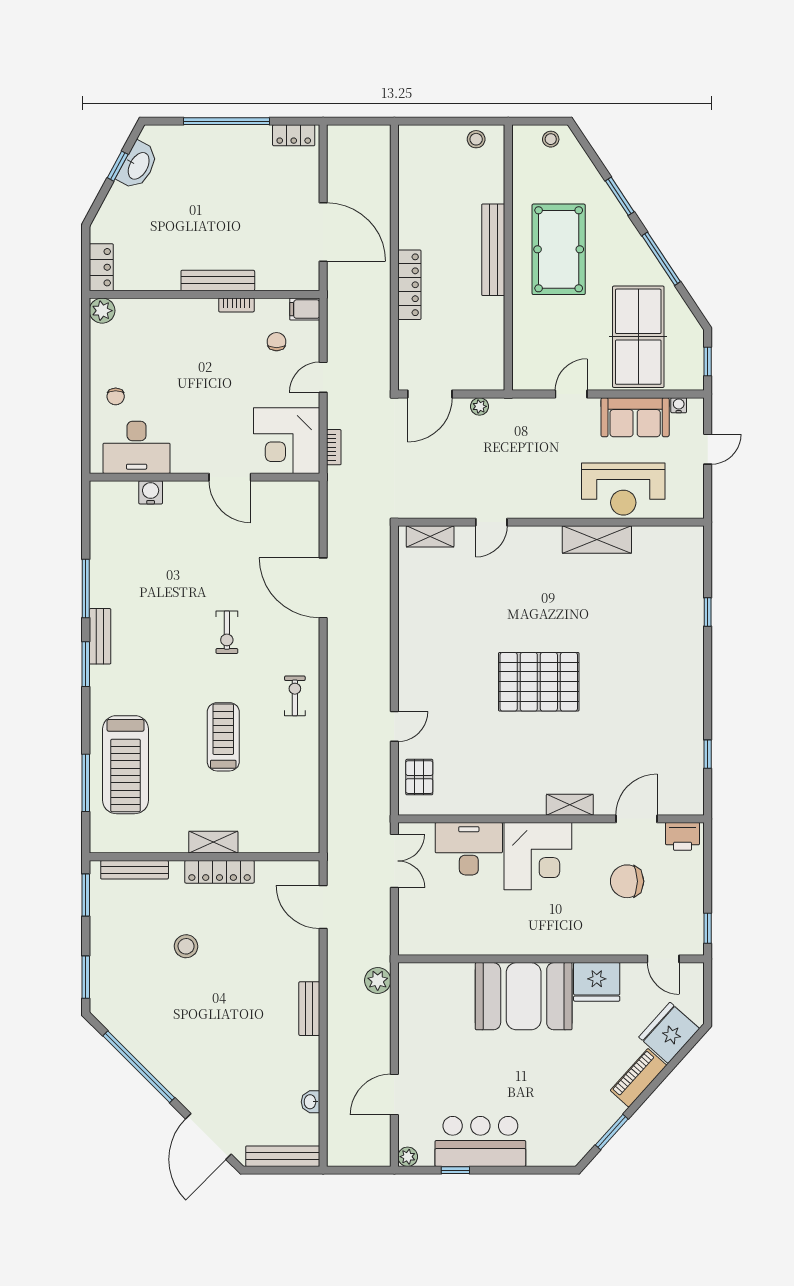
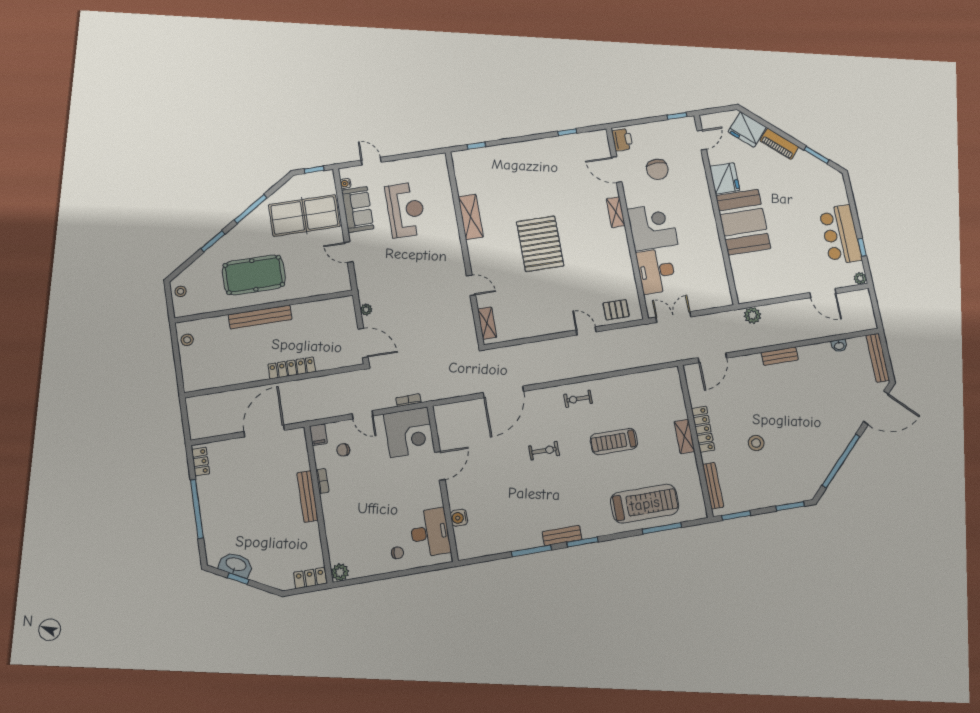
door: (491, 522) -> (471, 285), moved
wall: (551, 522) -> (464, 247), moved
shelving: (430, 536) -> (487, 323), moved
shelving: (597, 540) -> (471, 217), moved

